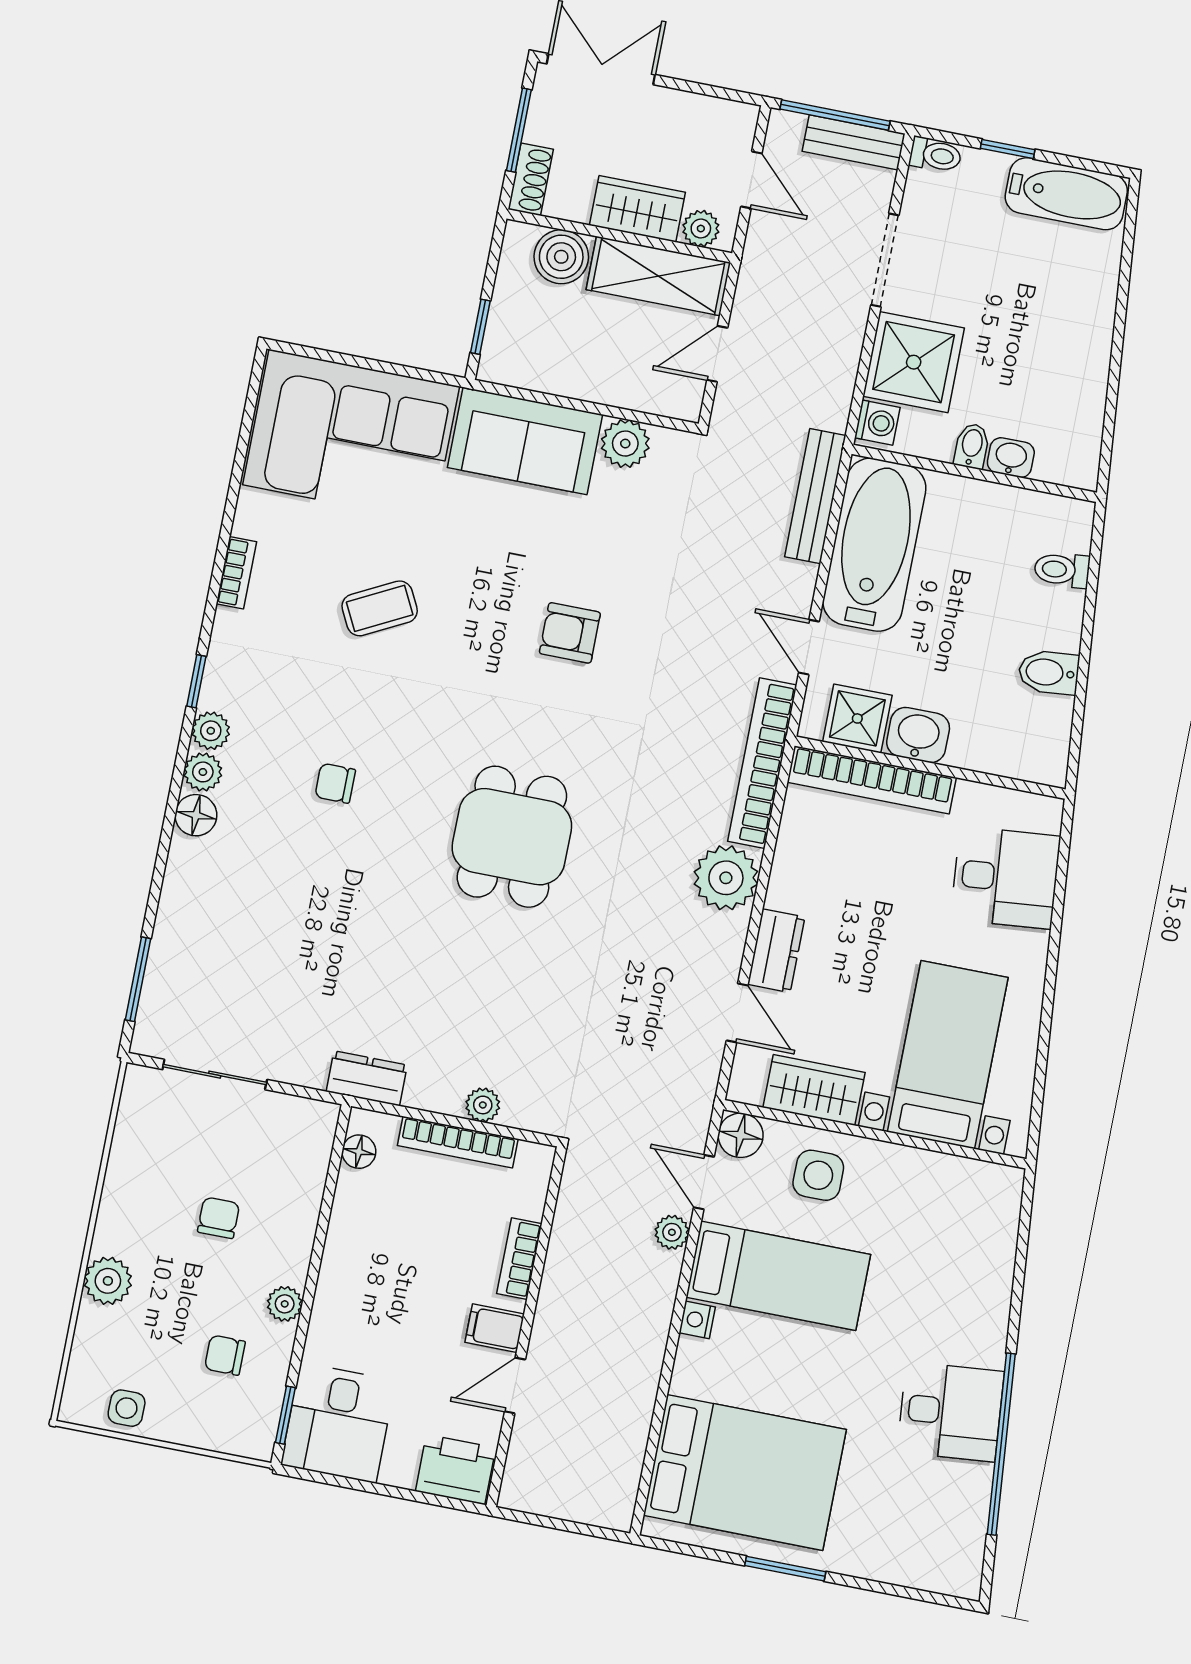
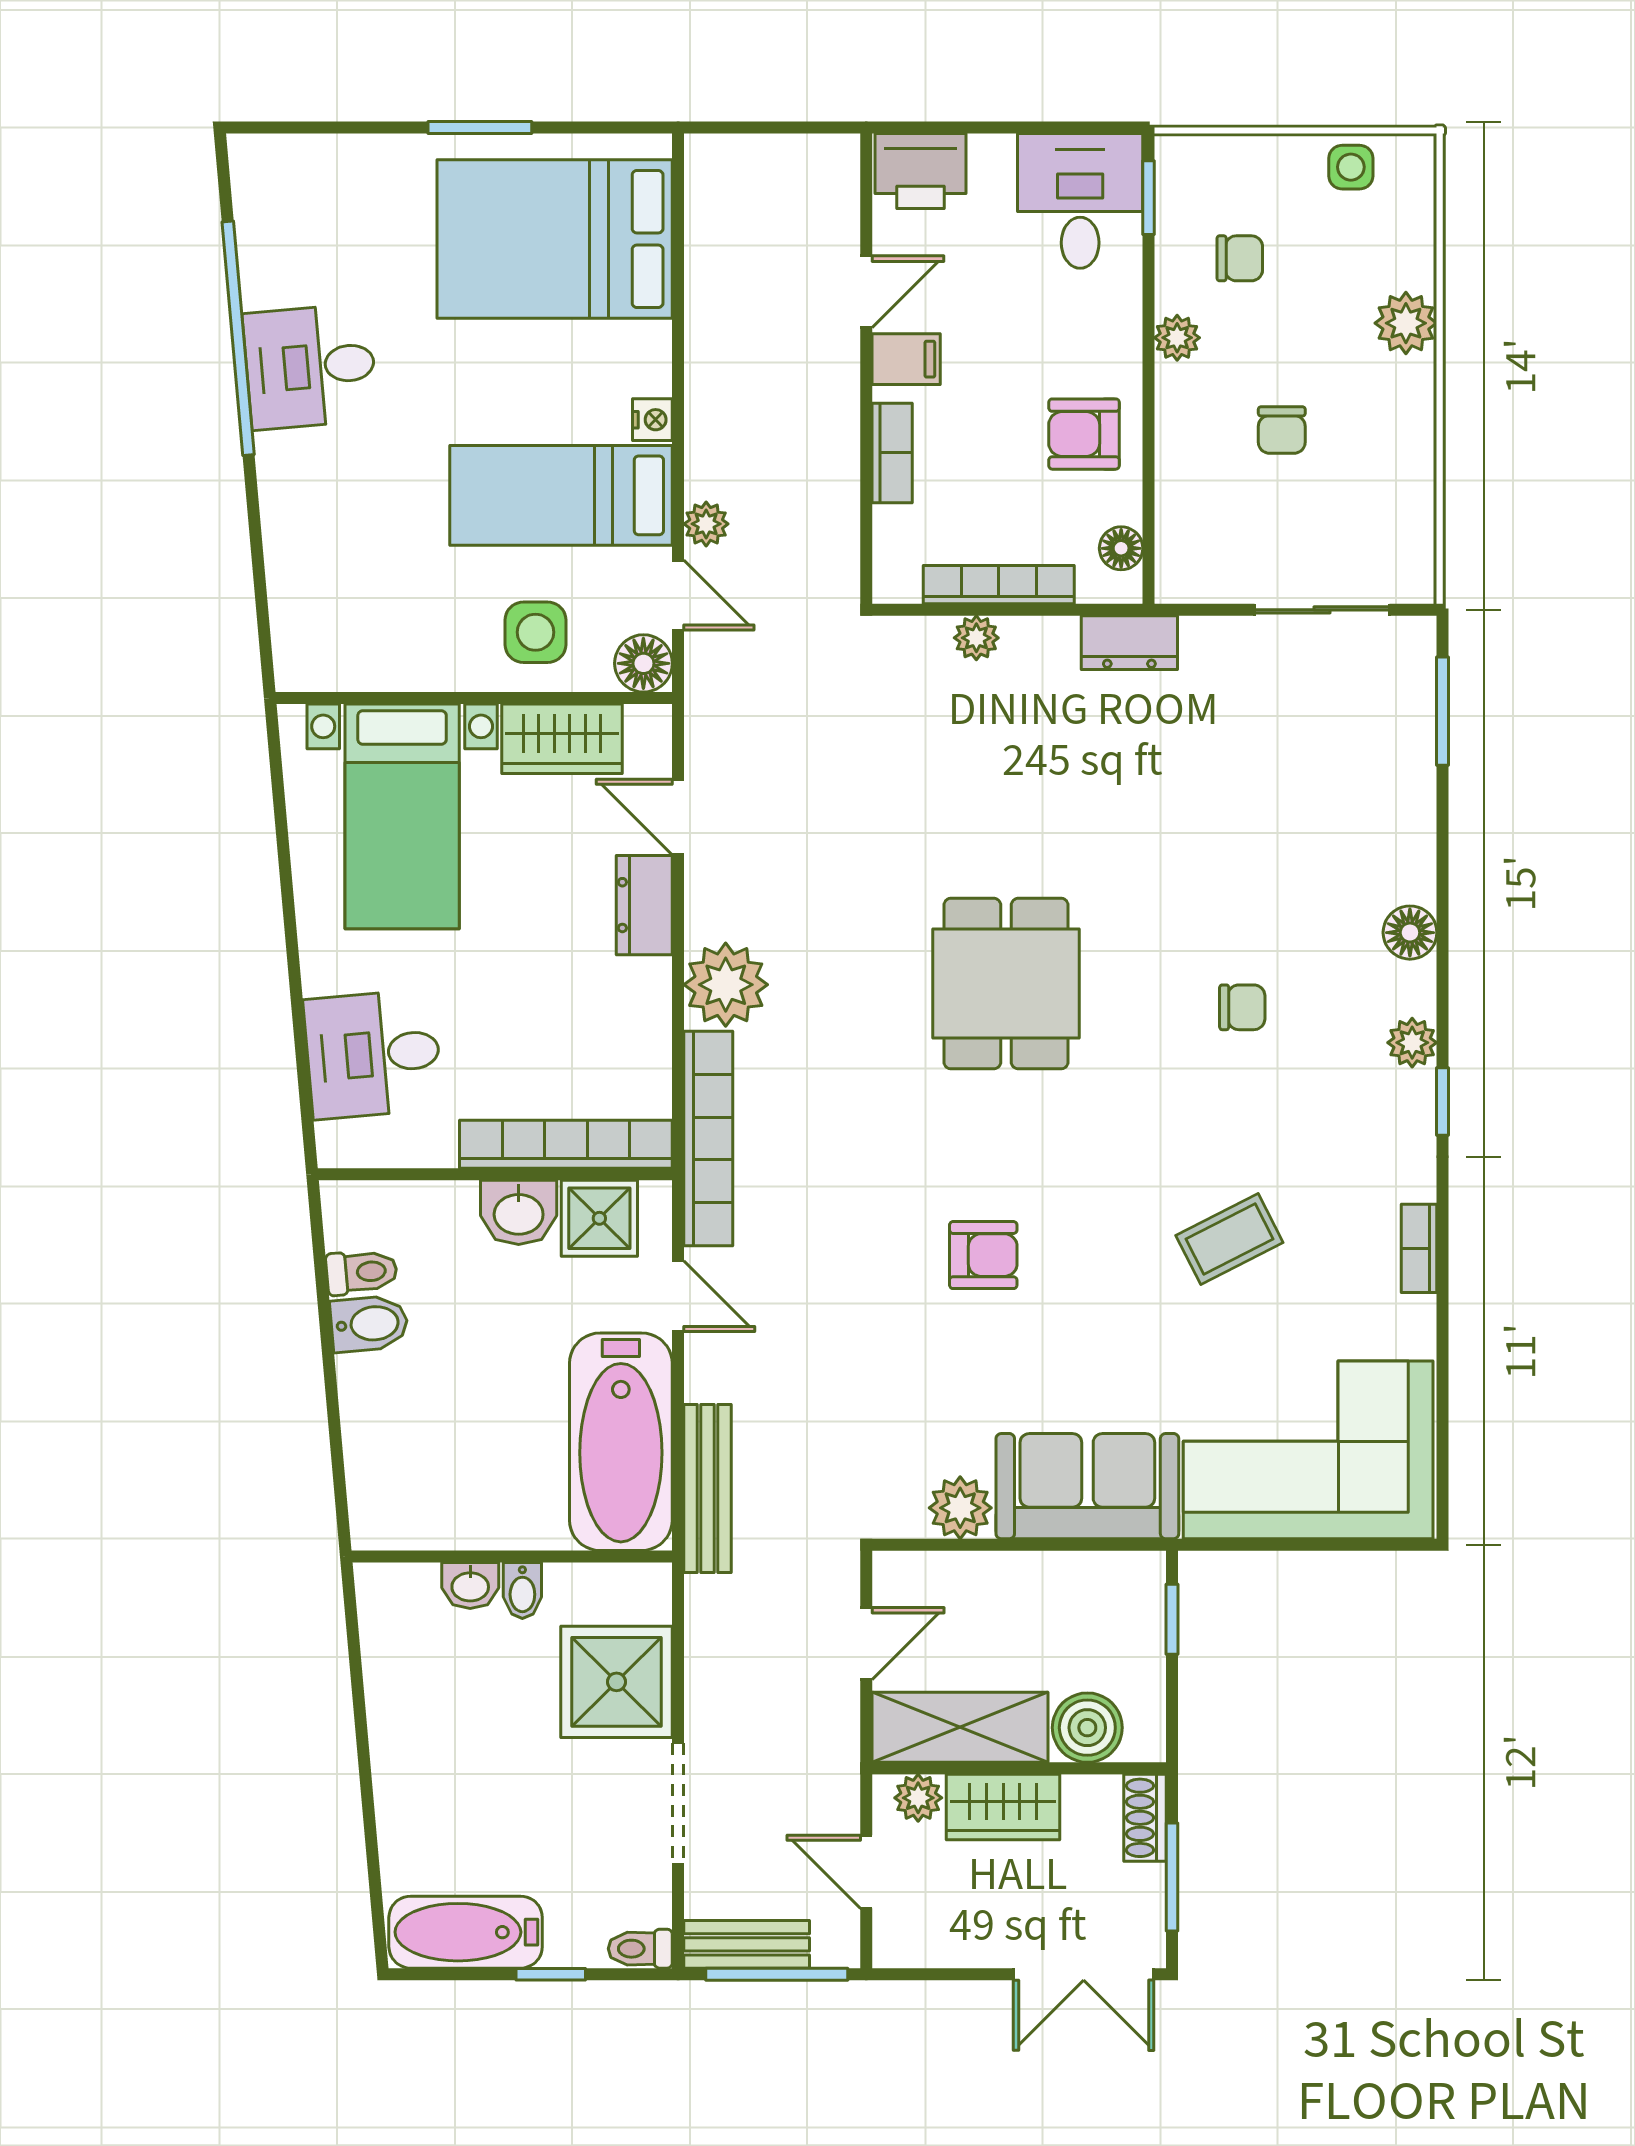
washing machine: (877, 423) -> (647, 1597), removed
toilet: (1062, 570) -> (362, 1272), moved
plant: (203, 772) -> (1412, 989), removed
armchair: (370, 1244) -> (1084, 434), added

